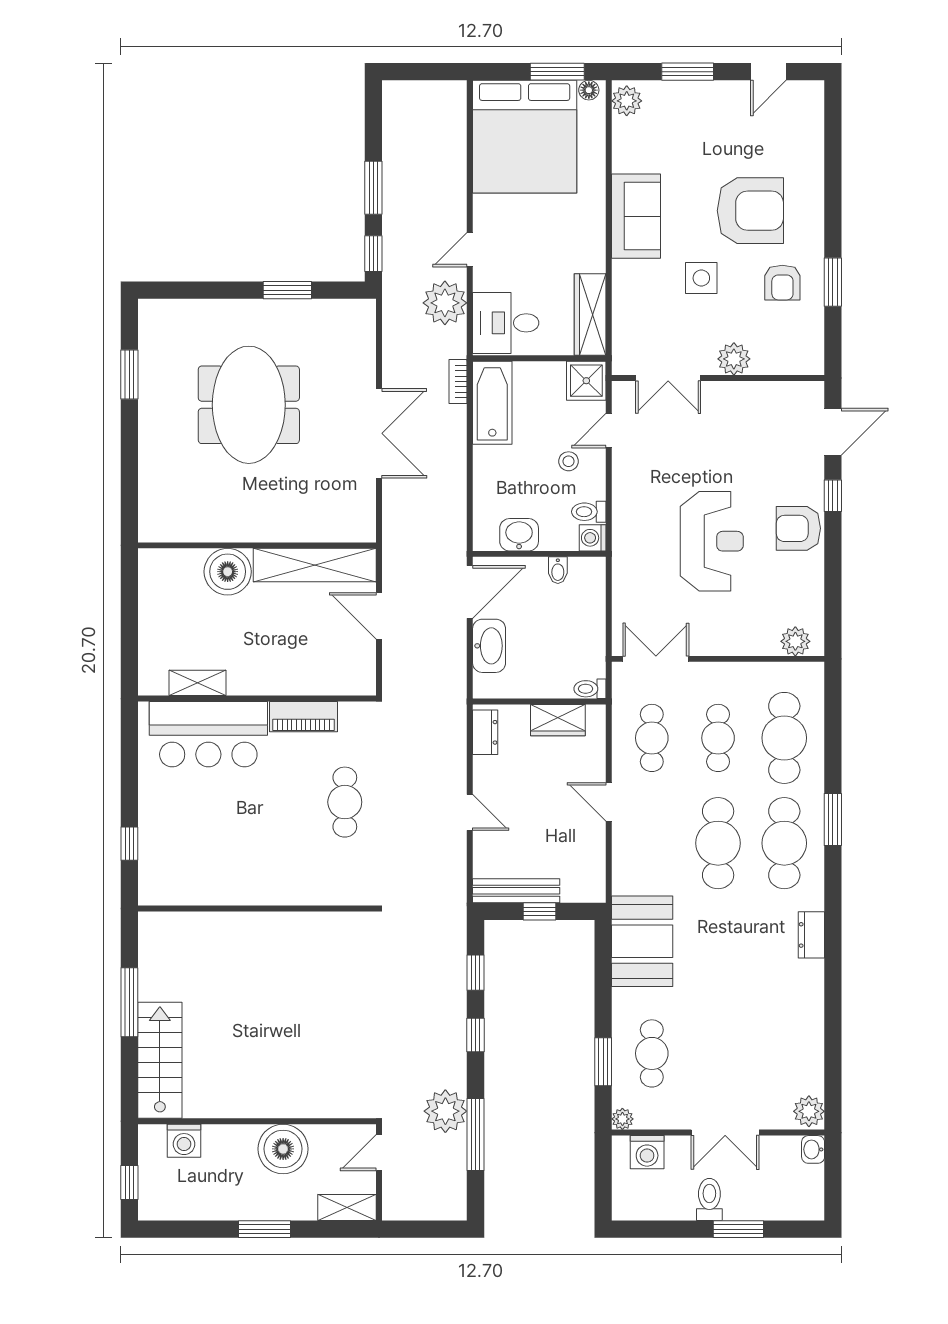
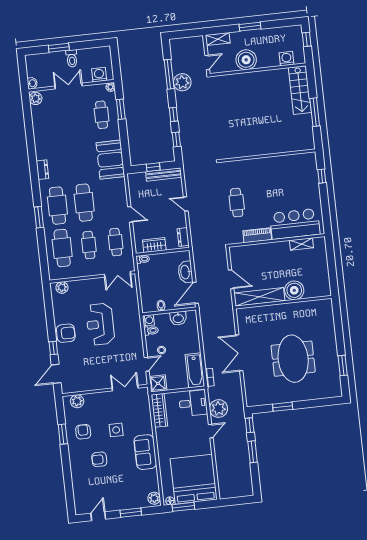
armchair: (750, 211) -> (99, 459), width x0.53, depth x0.53
plant: (734, 359) -> (77, 401), moved

